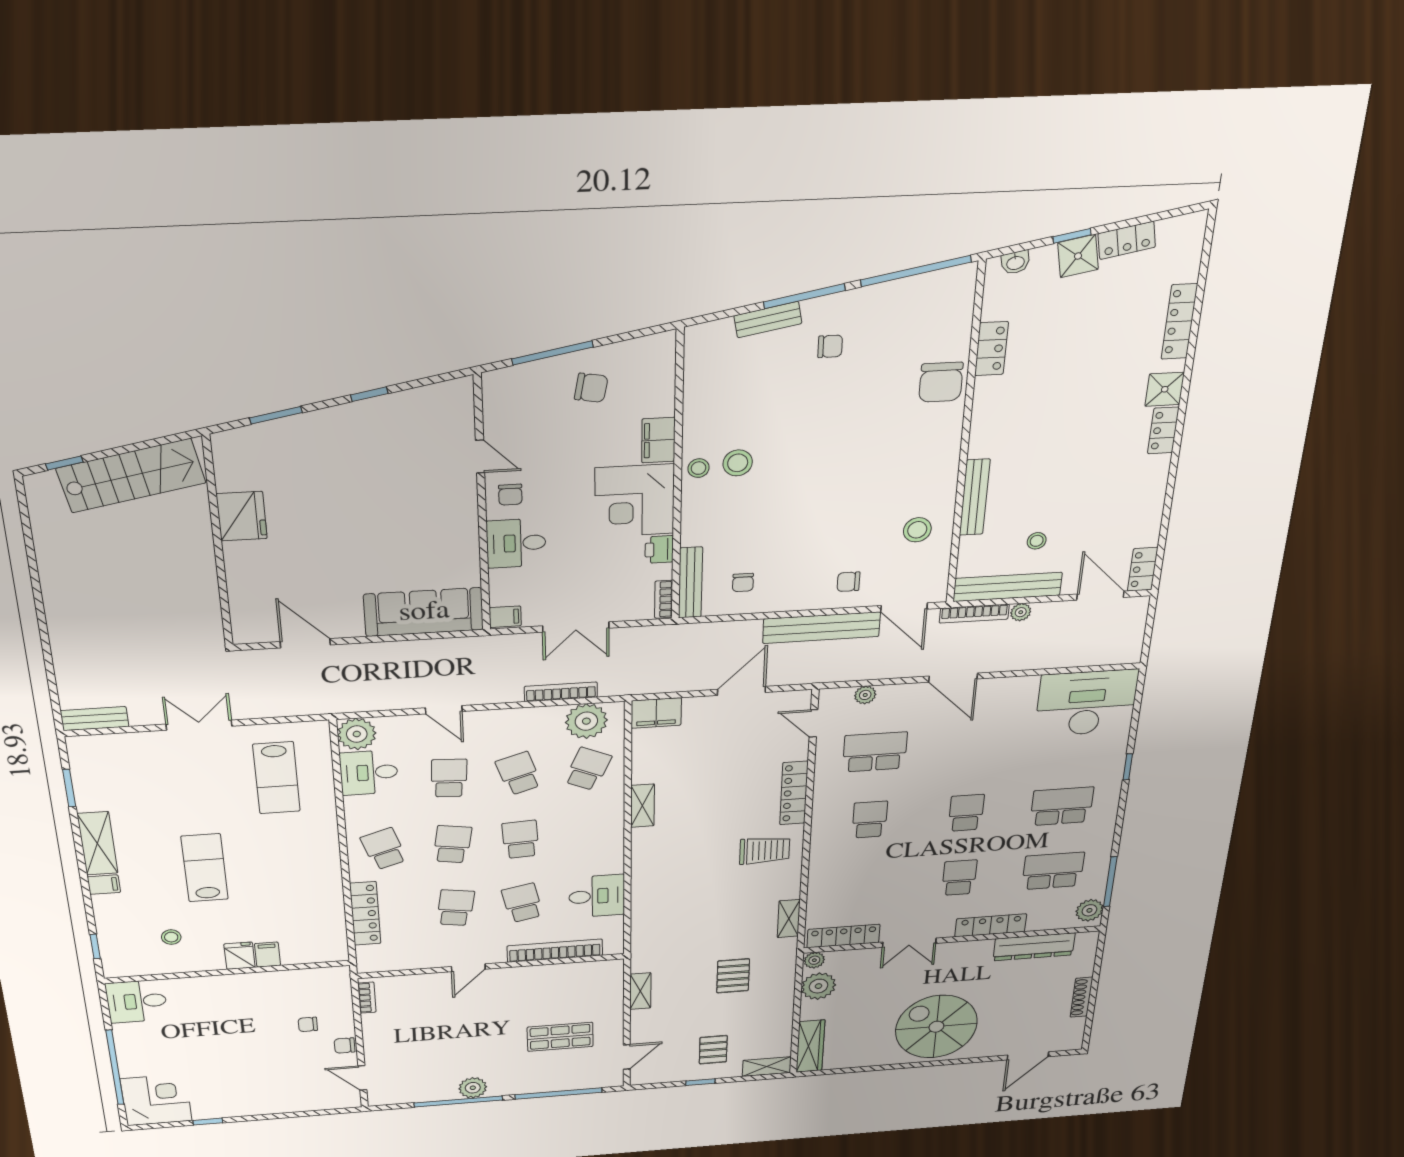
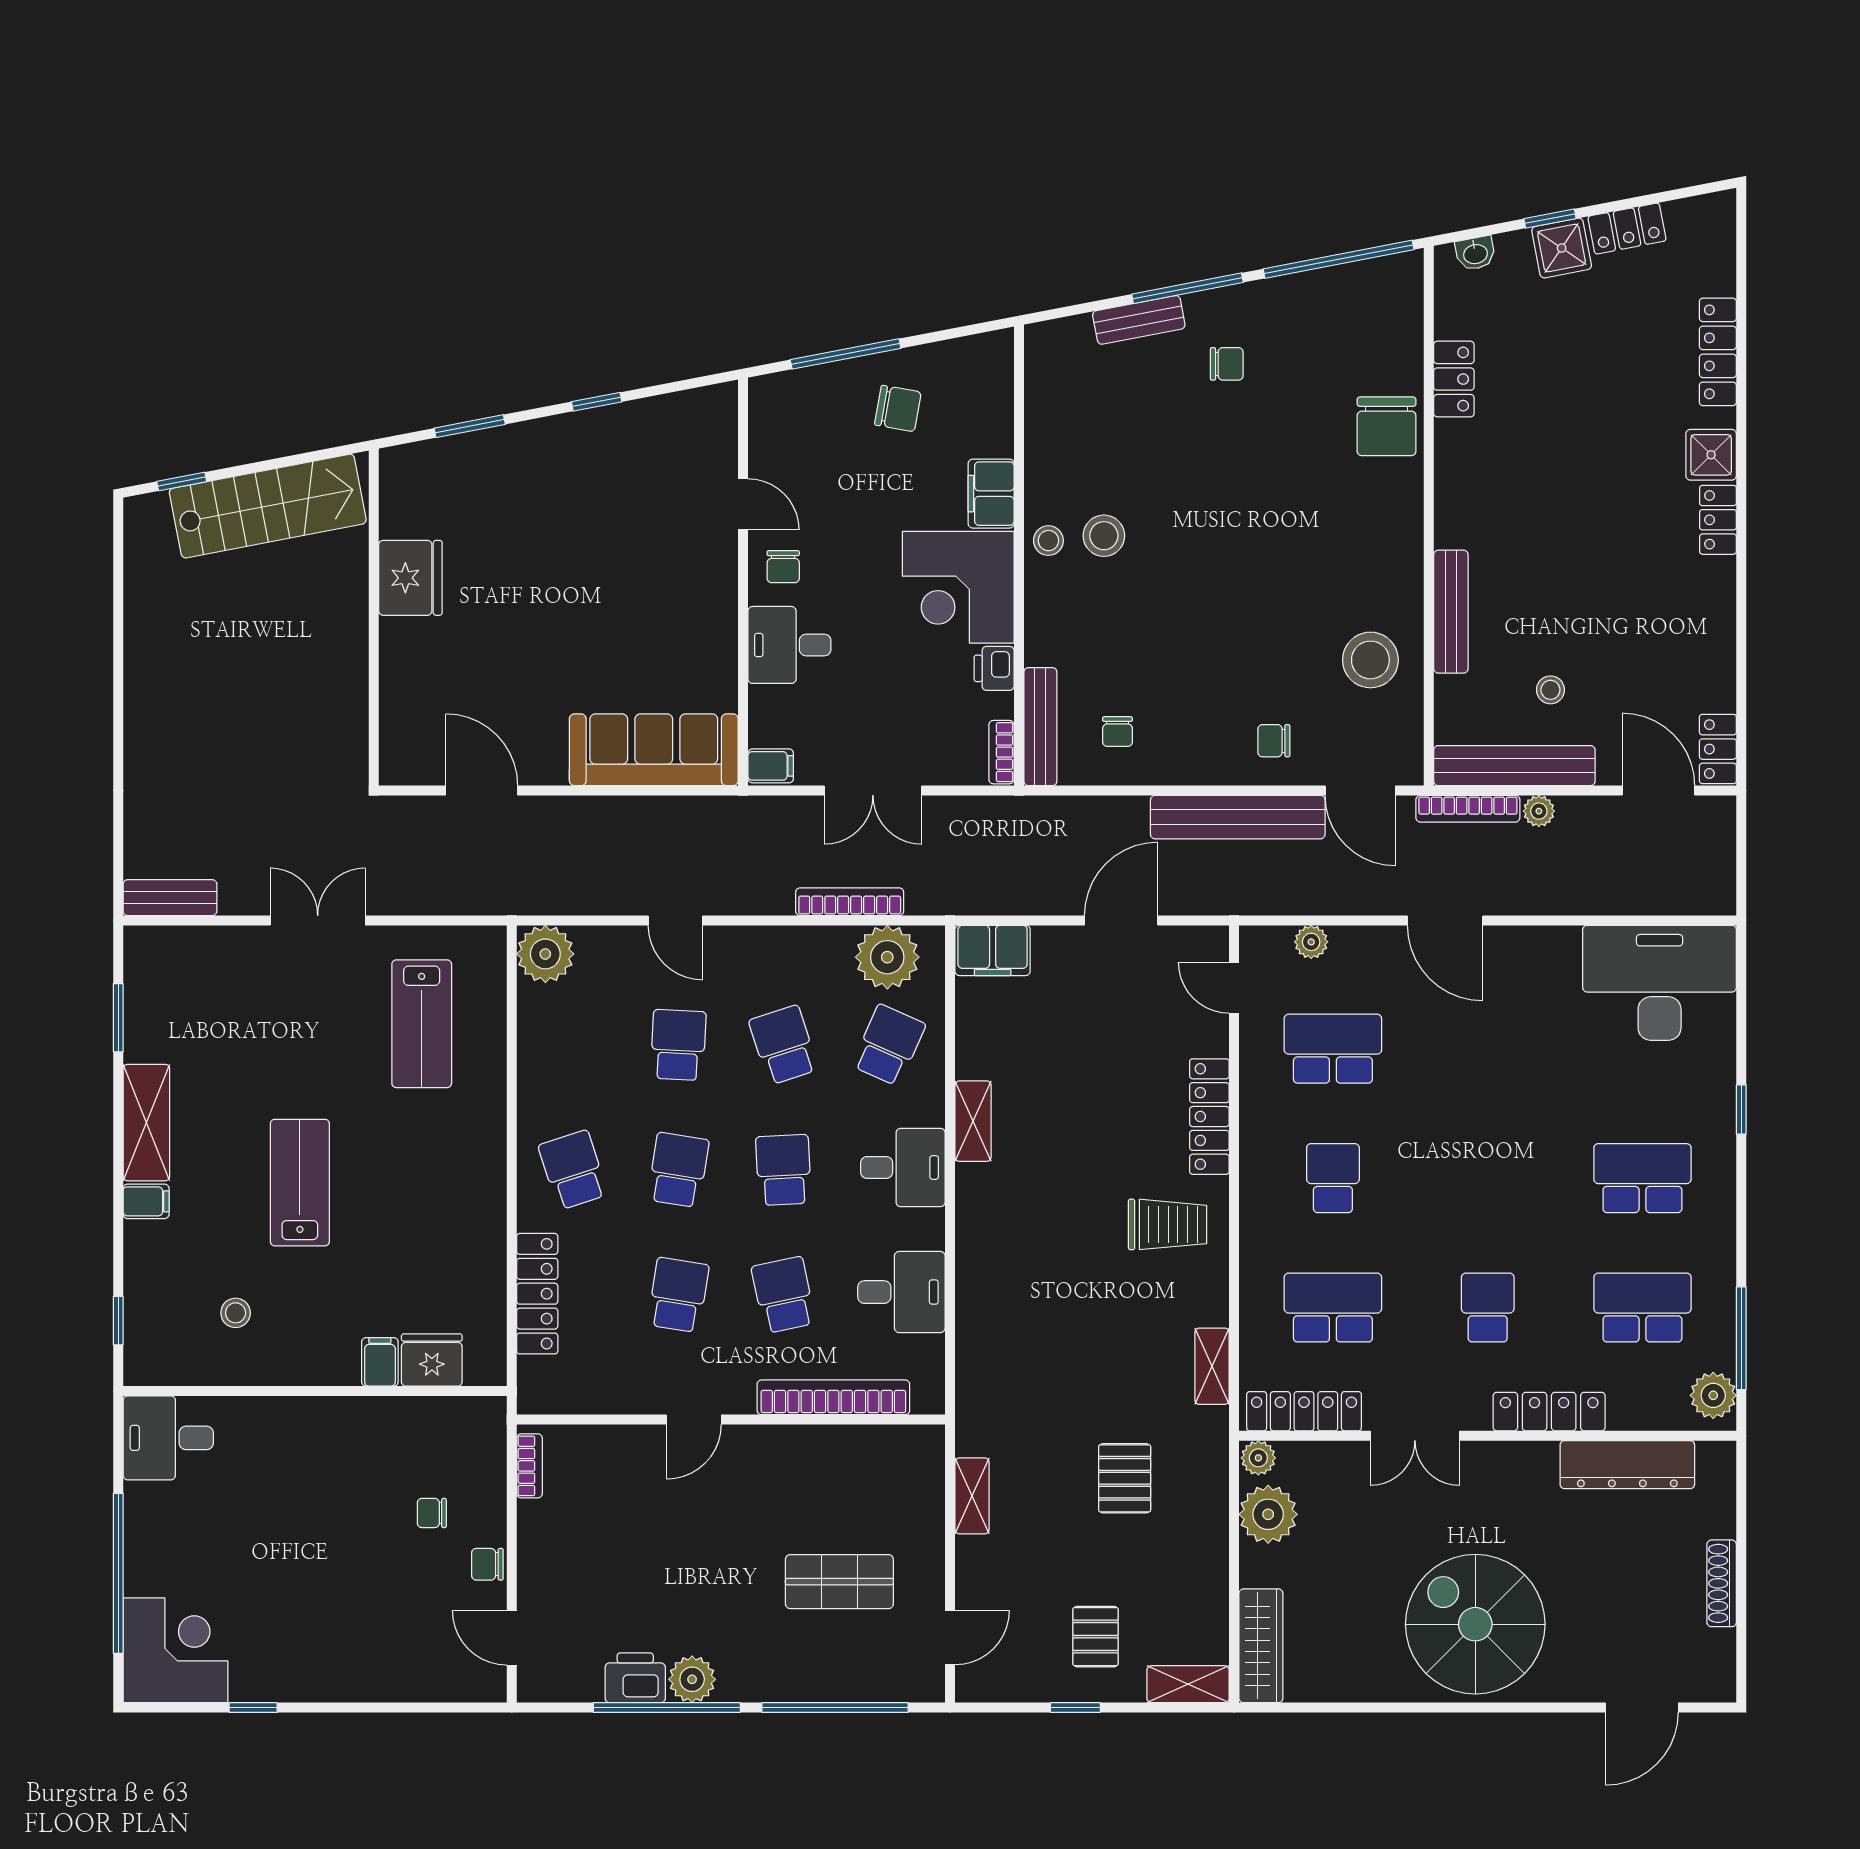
stool: (917, 530) -> (1370, 660), width x1.38, depth x1.38
desk: (369, 773) -> (903, 1167), moved, turned 180
school desk: (966, 813) -> (1333, 1307), moved, width x1.85
fridge: (239, 956) -> (432, 1360), moved, width x1.38
printer: (439, 1090) -> (635, 1678), added

